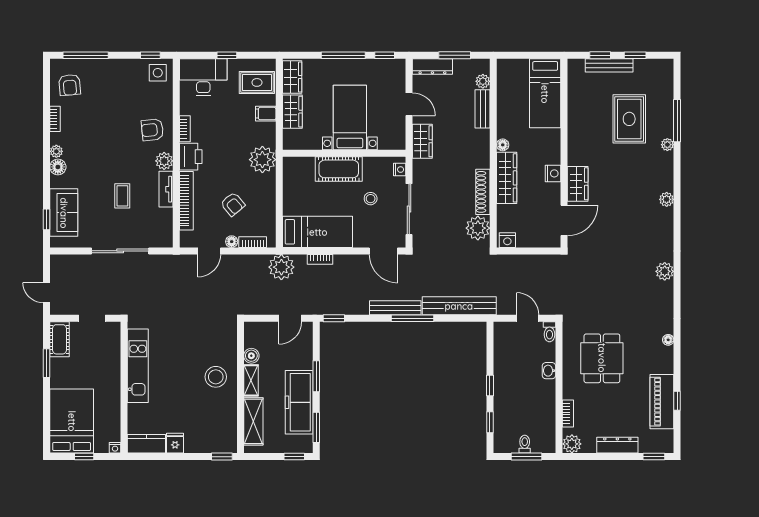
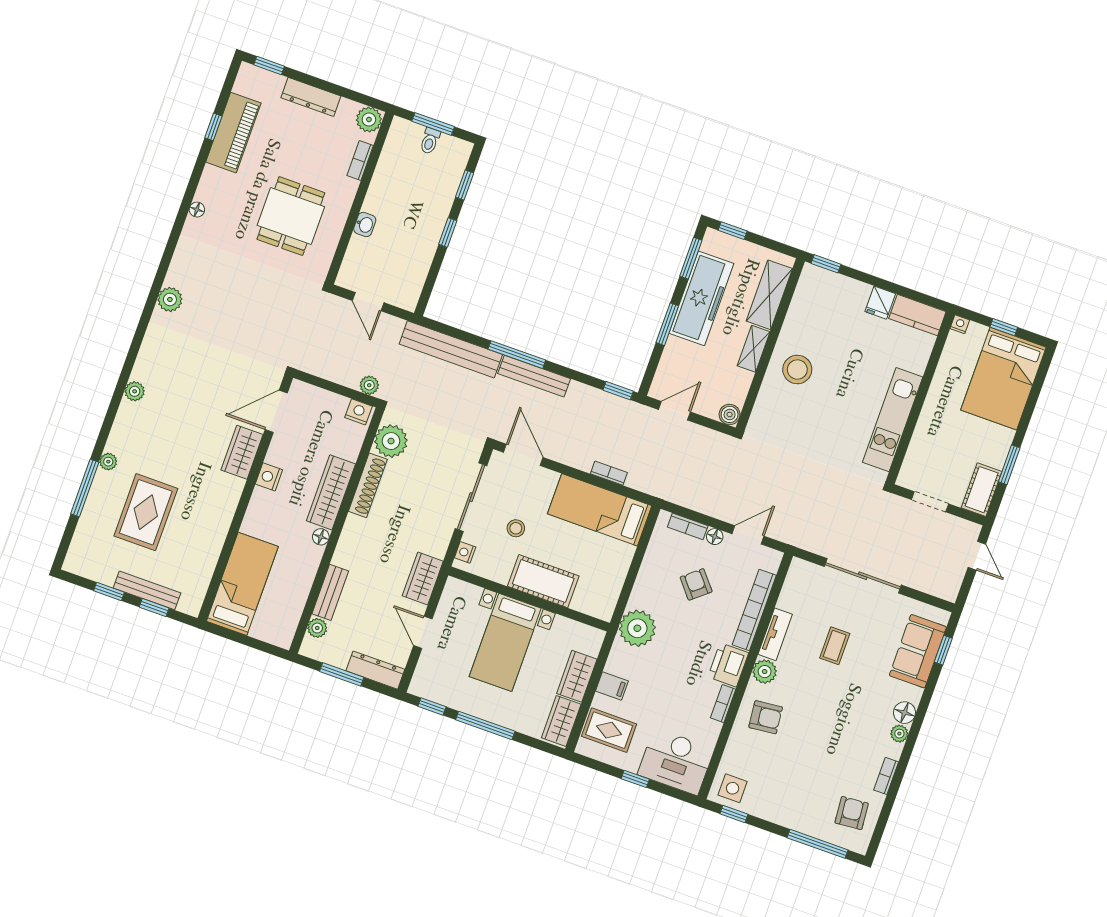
plant: (281, 267) -> (369, 385), moved, width x0.53, depth x0.53
toilet: (550, 332) -> (346, 274), removed
boiler: (251, 356) -> (730, 414), moved

